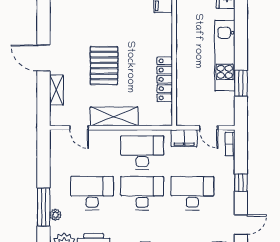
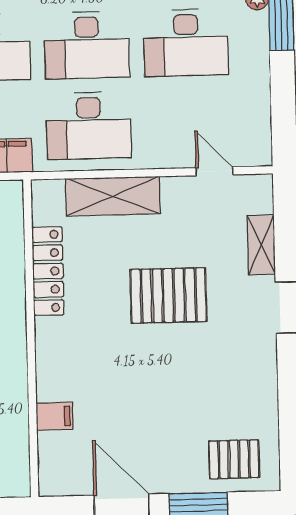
pallet: (104, 66) -> (168, 295), turned 90
shelving: (114, 116) -> (113, 196), moved

